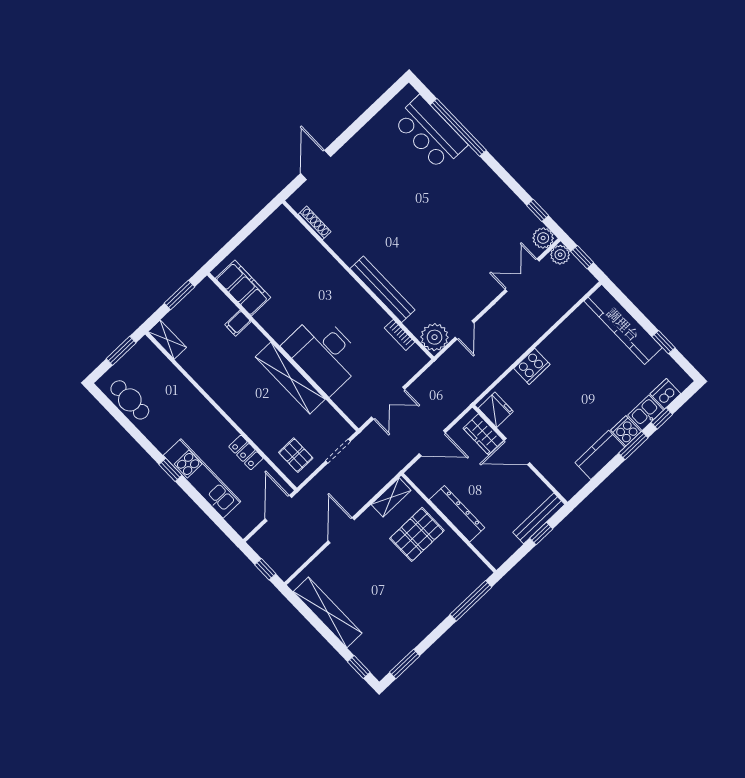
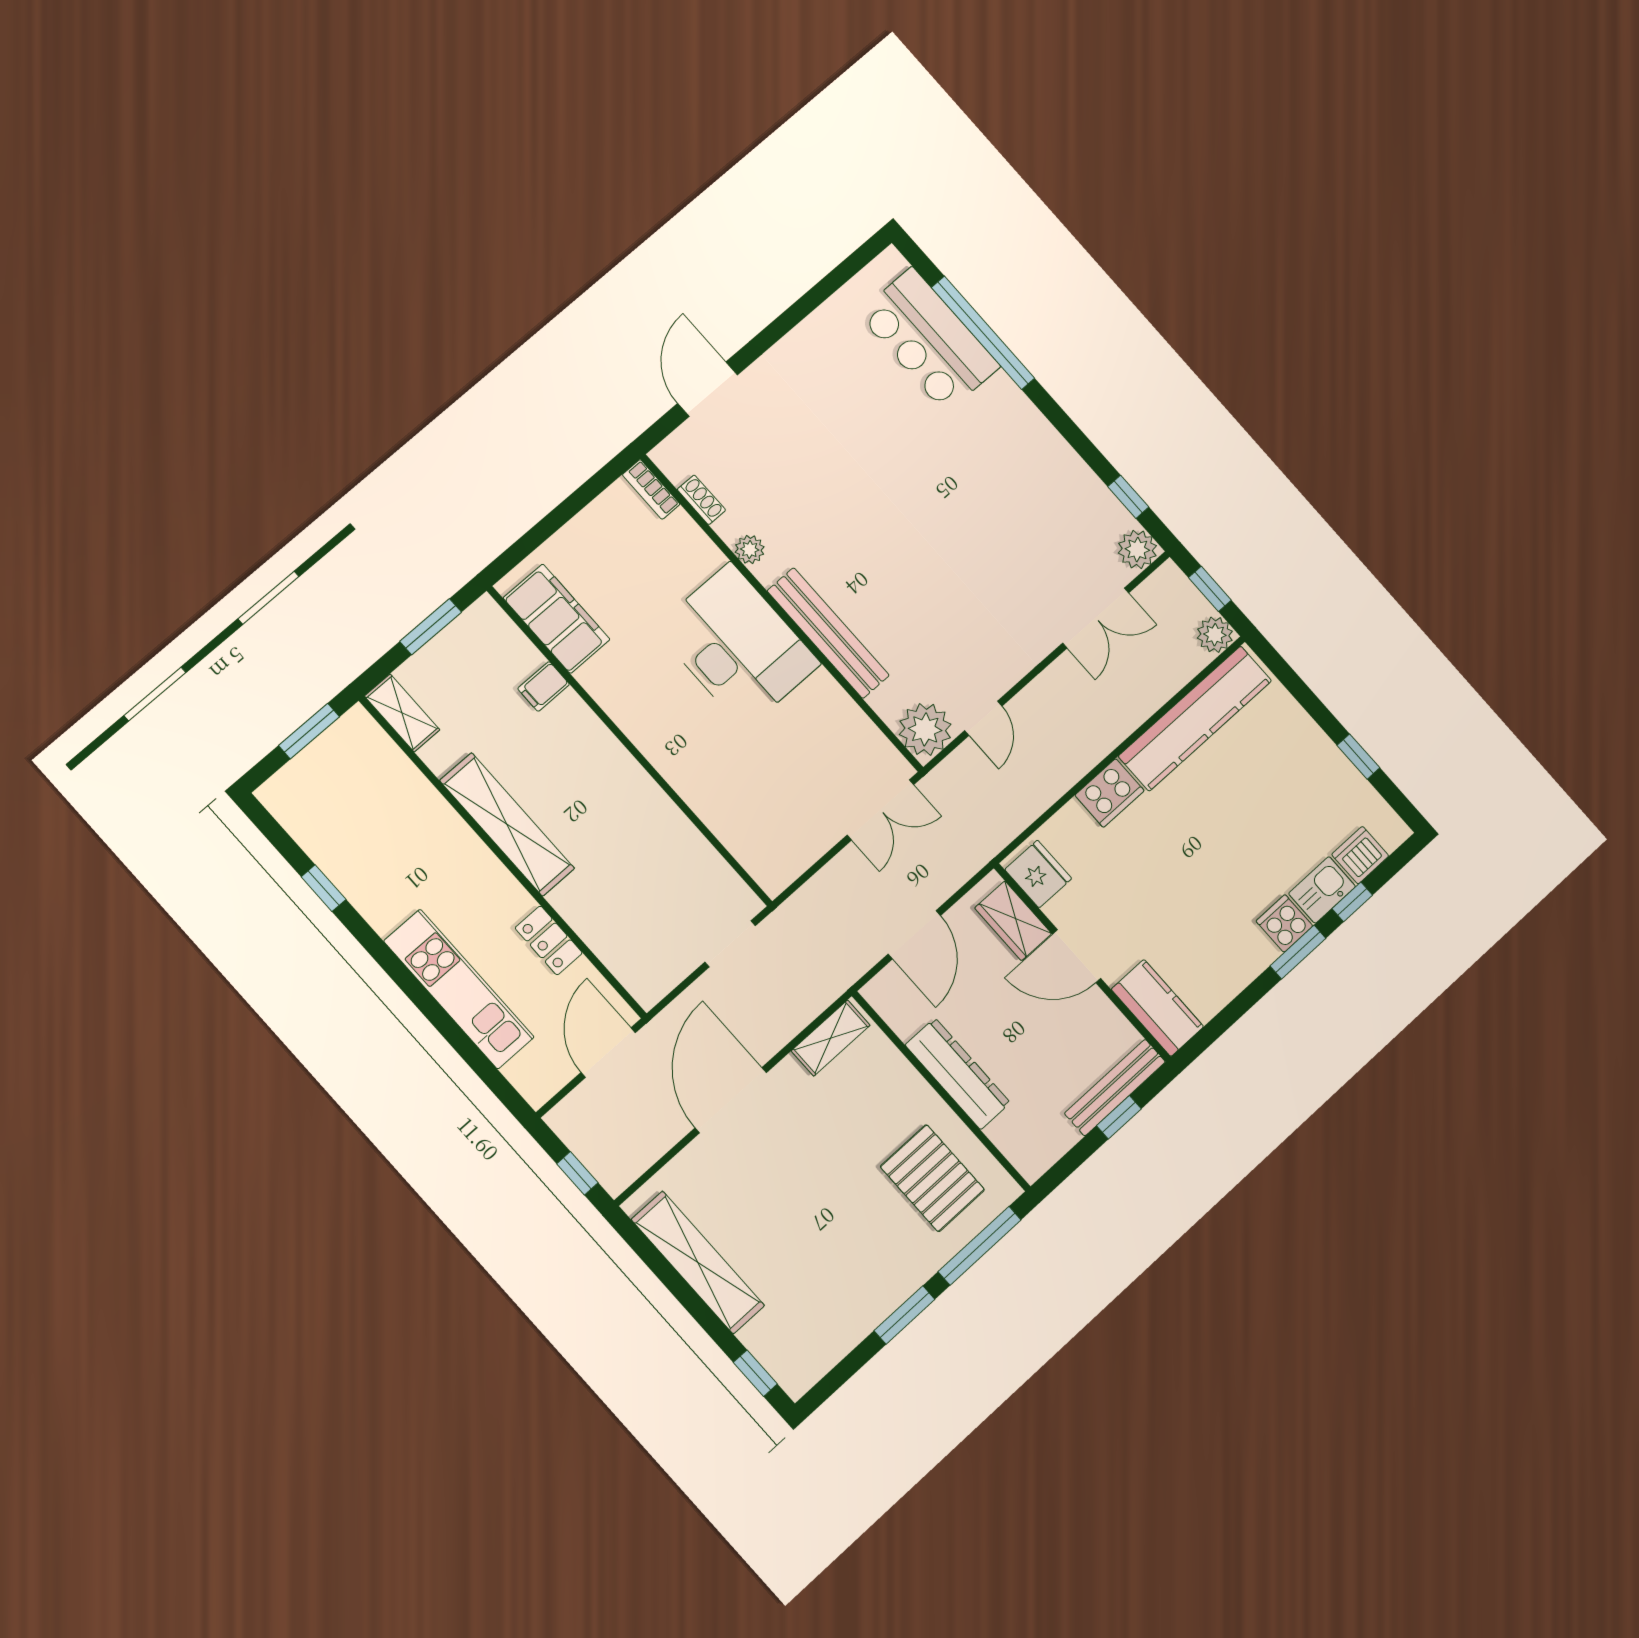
shoe rack: (315, 223) -> (701, 500), width x0.70
plant: (340, 248) -> (750, 549), added
plant: (560, 255) -> (1215, 635), moved
double door: (522, 275) -> (1096, 618), swing flipped
kitchen counter: (623, 324) -> (1195, 718), moved, turned -90
bookcase: (400, 335) -> (651, 489), moved
desk: (324, 353) -> (737, 646), moved, turned 180
shelving: (290, 378) -> (507, 824), moved
cafe table: (130, 400) -> (322, 829), removed
double door: (388, 403) -> (880, 810), moved
door: (432, 443) -> (914, 935), hinge flipped
pallet: (296, 455) -> (647, 949), removed
kitchen counter: (600, 455) -> (1157, 1008), moved, turned 90
window: (170, 470) -> (324, 888), moved
door: (341, 530) -> (731, 1100), width x1.36
pallet: (417, 534) -> (932, 1178), moved, turned 90
window: (405, 664) -> (904, 1315), moved

